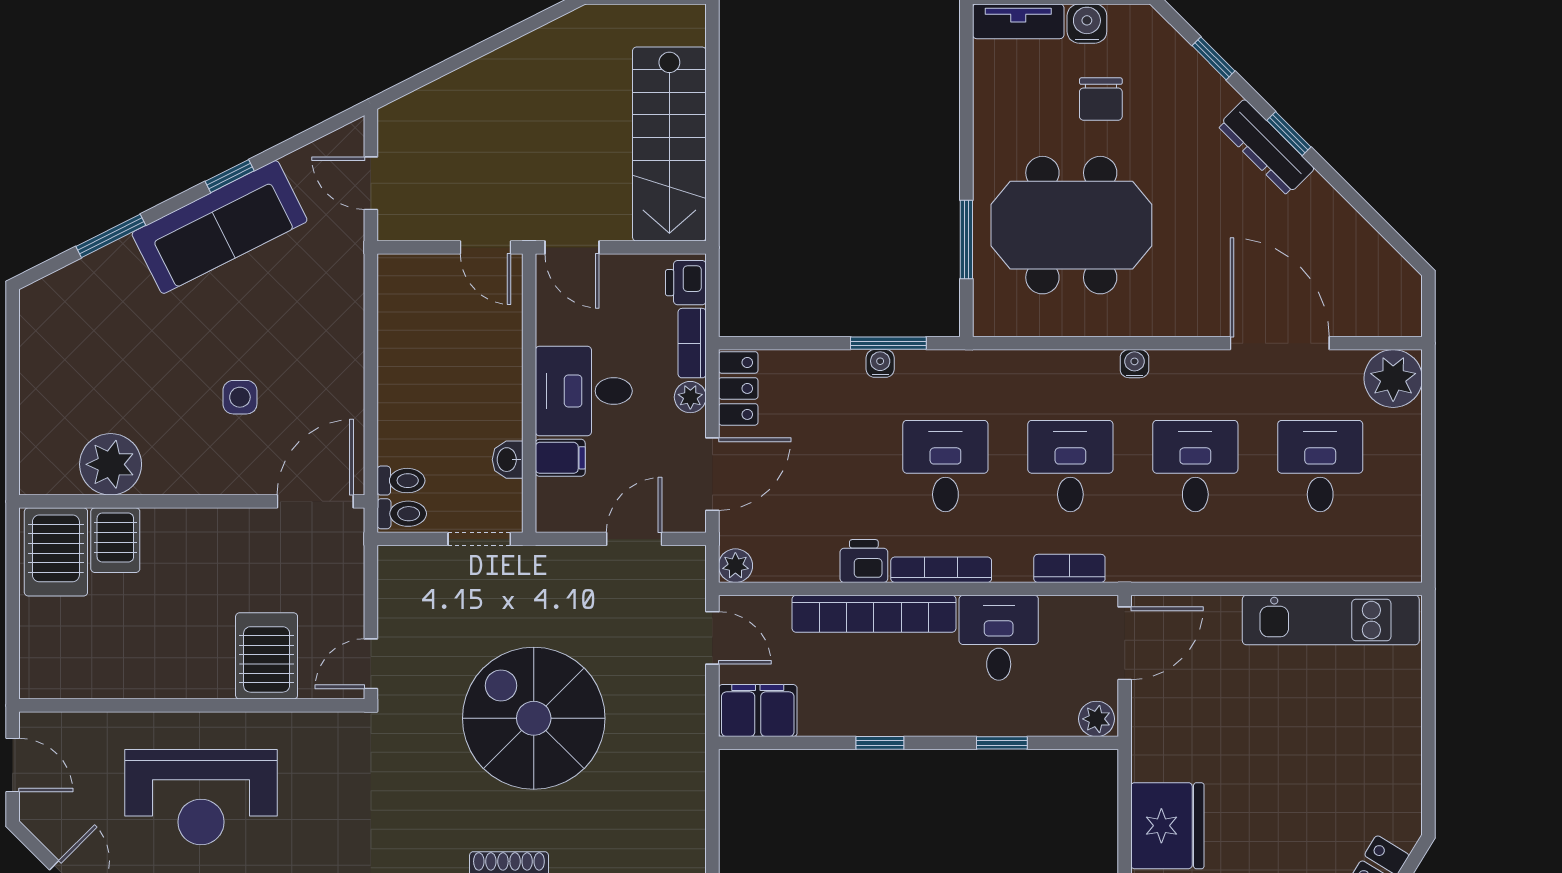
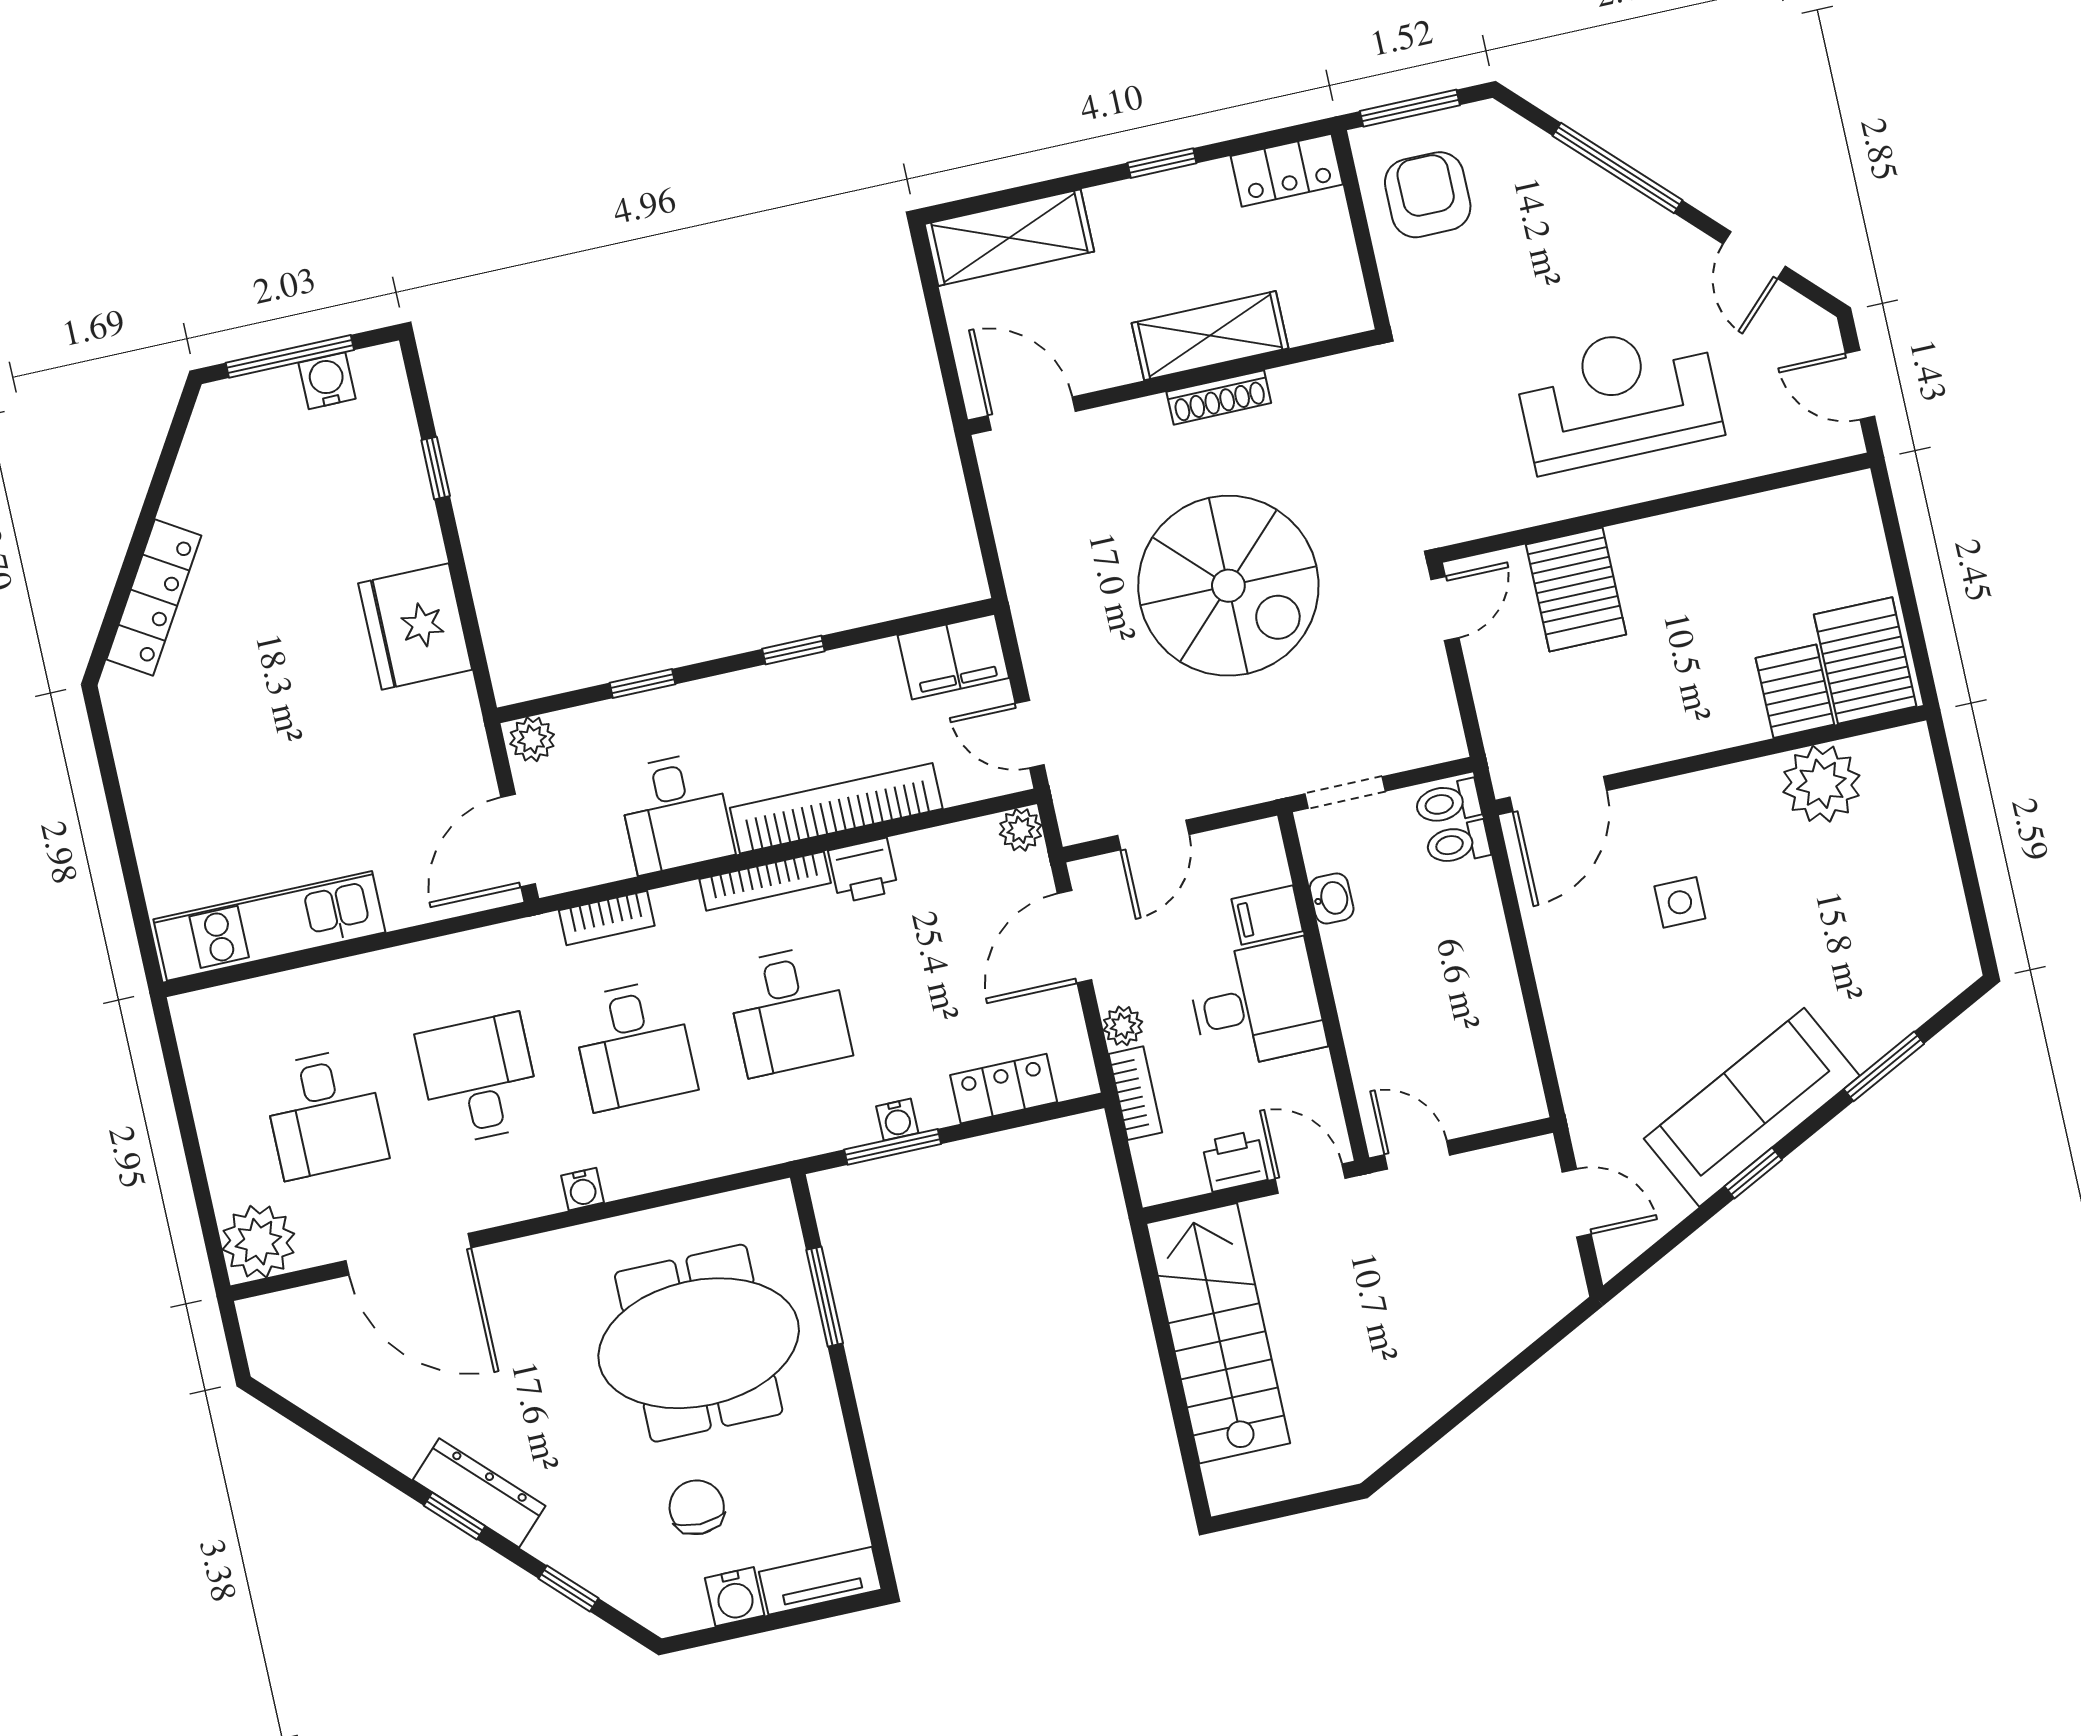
printer: (686, 283) -> (1235, 1161), moved, turned -90
locker: (738, 388) -> (1004, 1089), moved, turned 90
desk: (1195, 466) -> (479, 1079), turned 180

